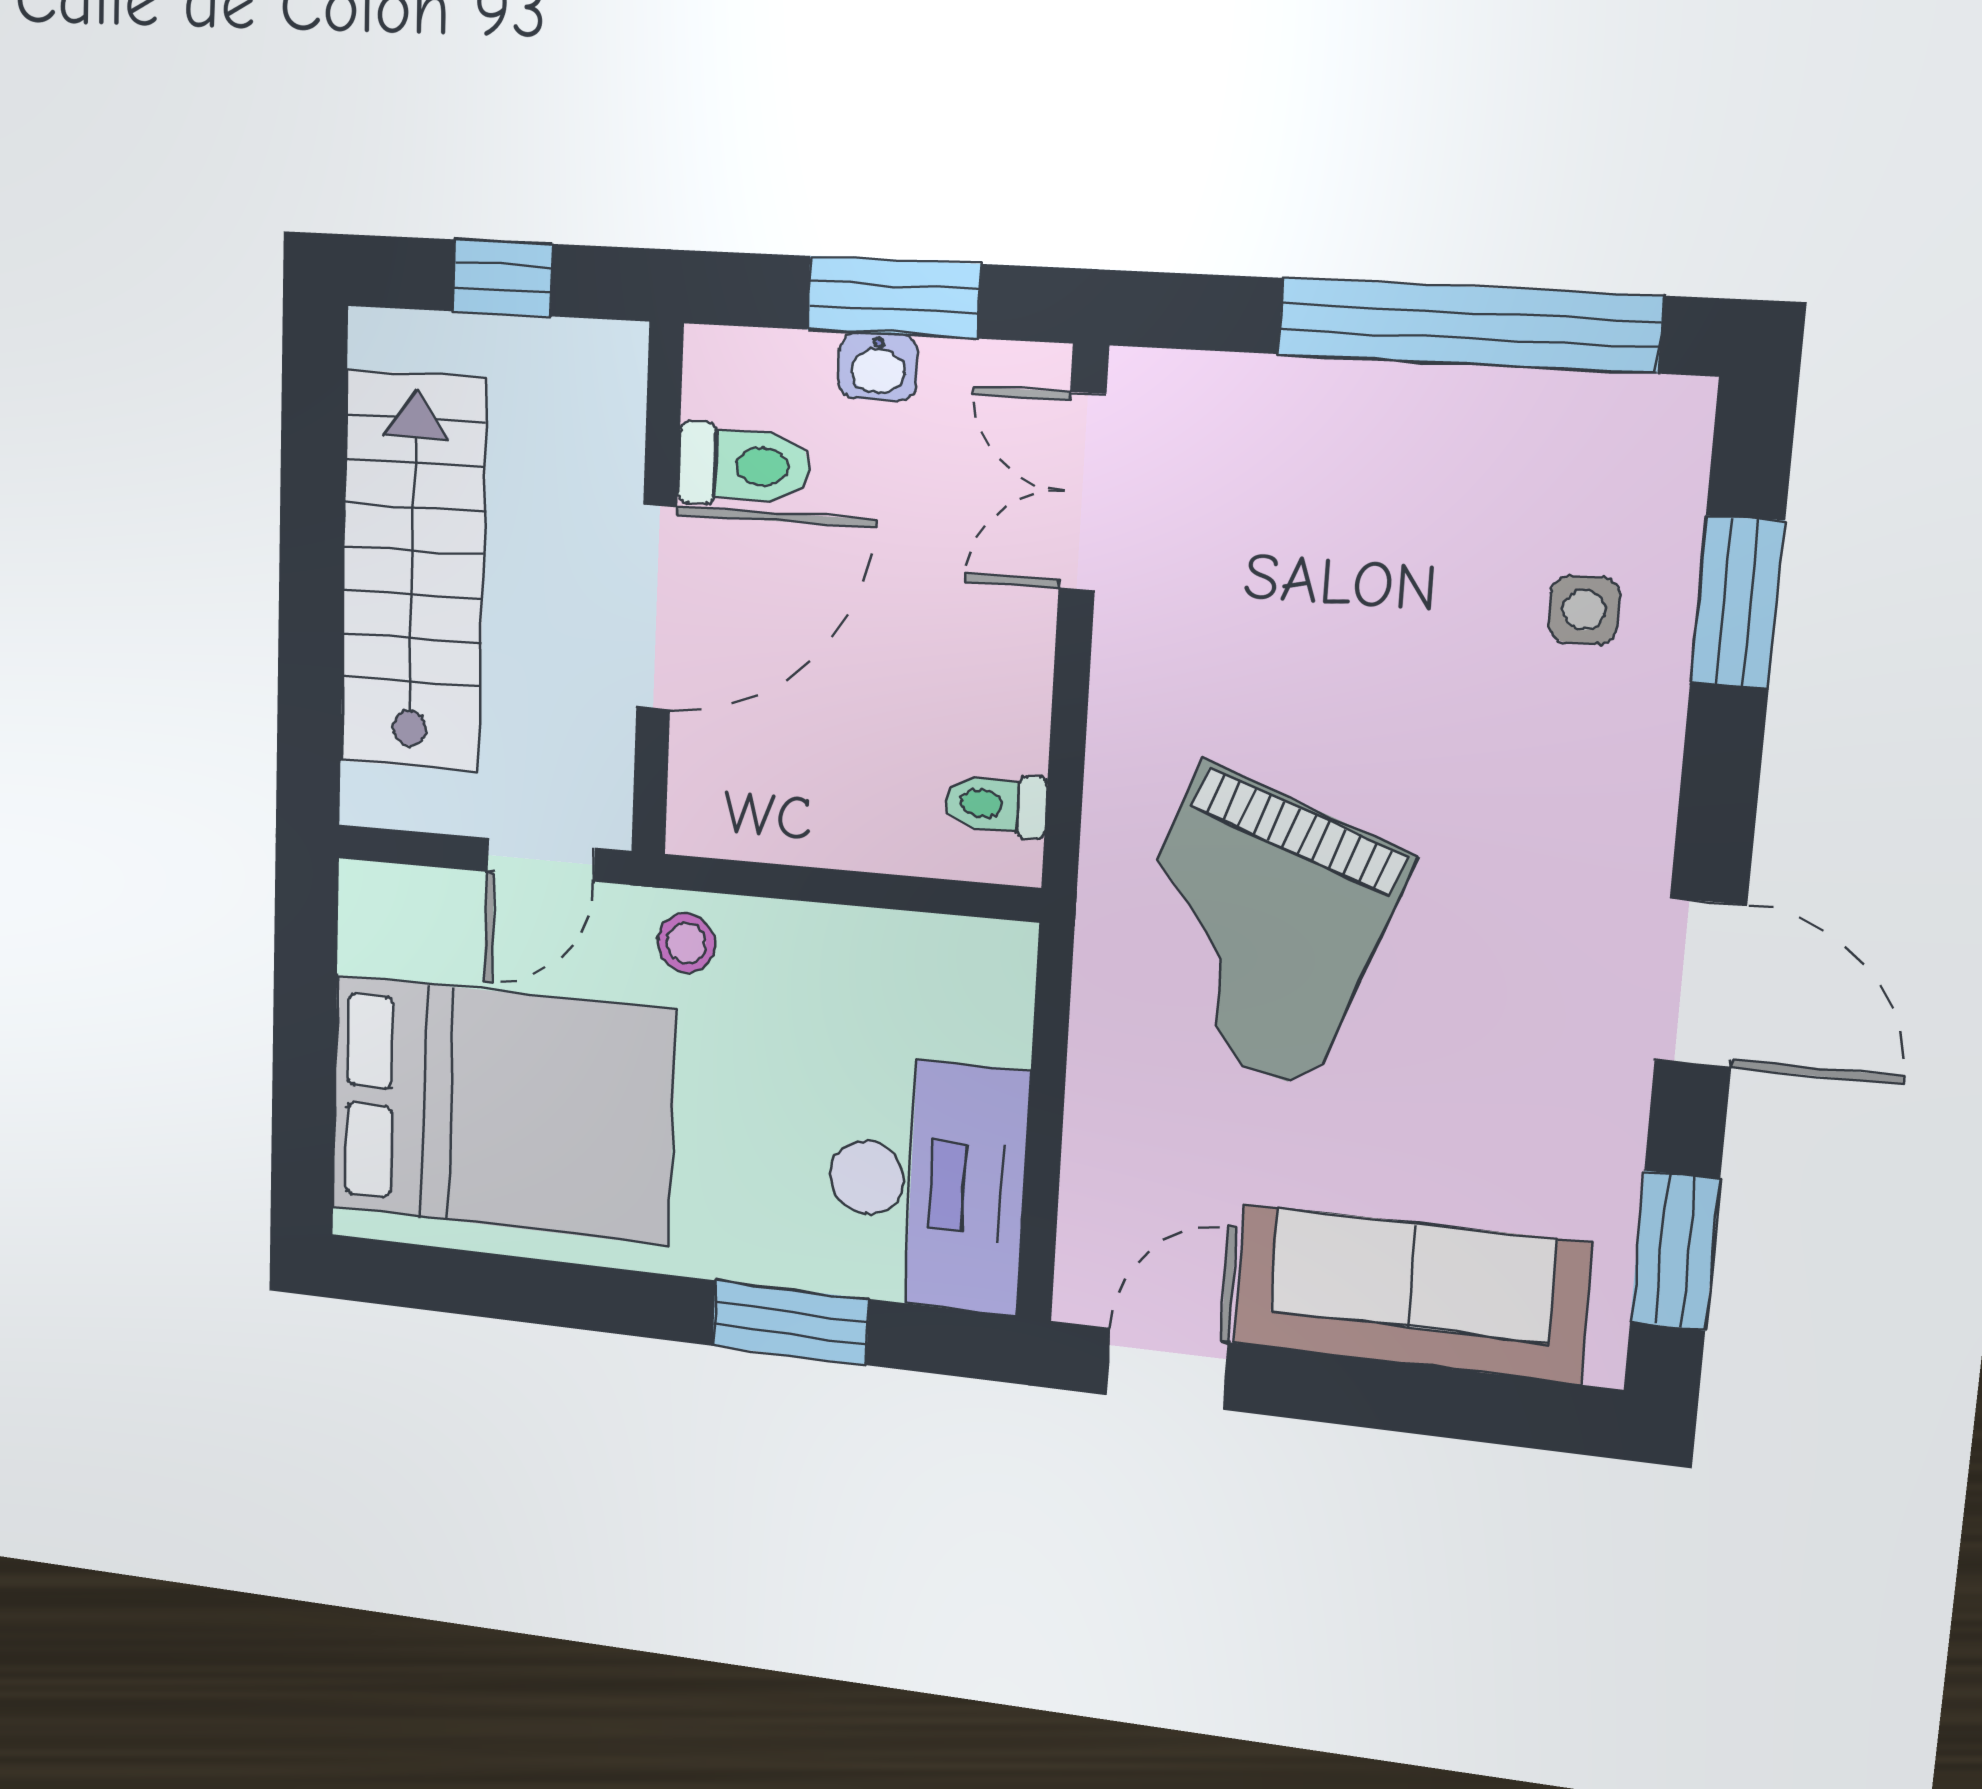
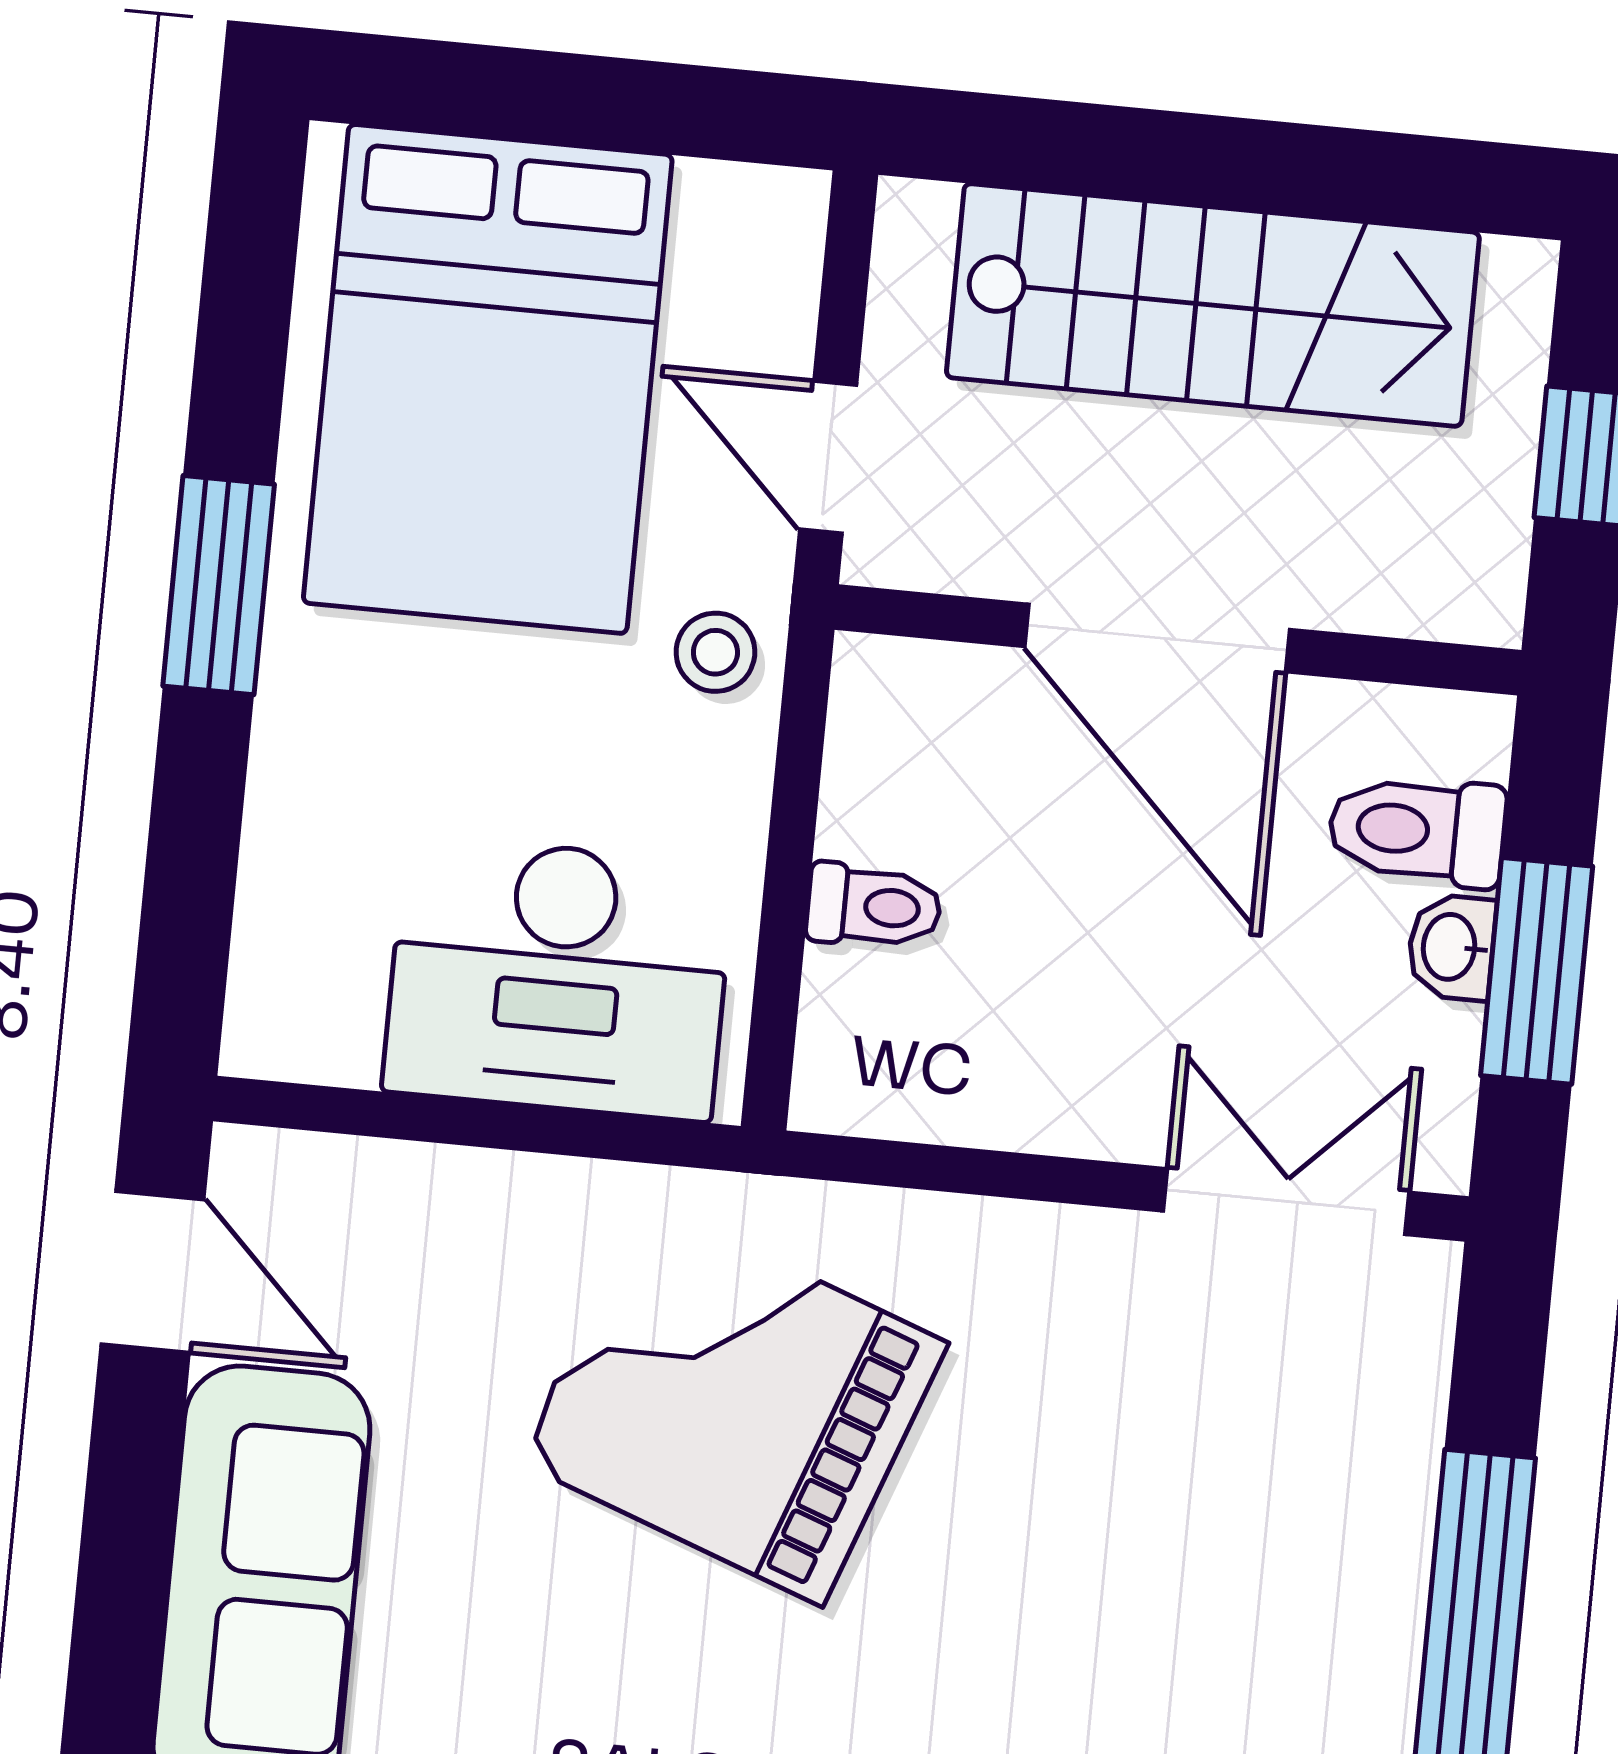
toilet: (744, 465) -> (1417, 830), moved, turned 90
toilet: (995, 805) -> (874, 906), moved, turned 90
desk: (926, 1184) -> (558, 978), moved
window: (791, 1323) -> (219, 585), moved

